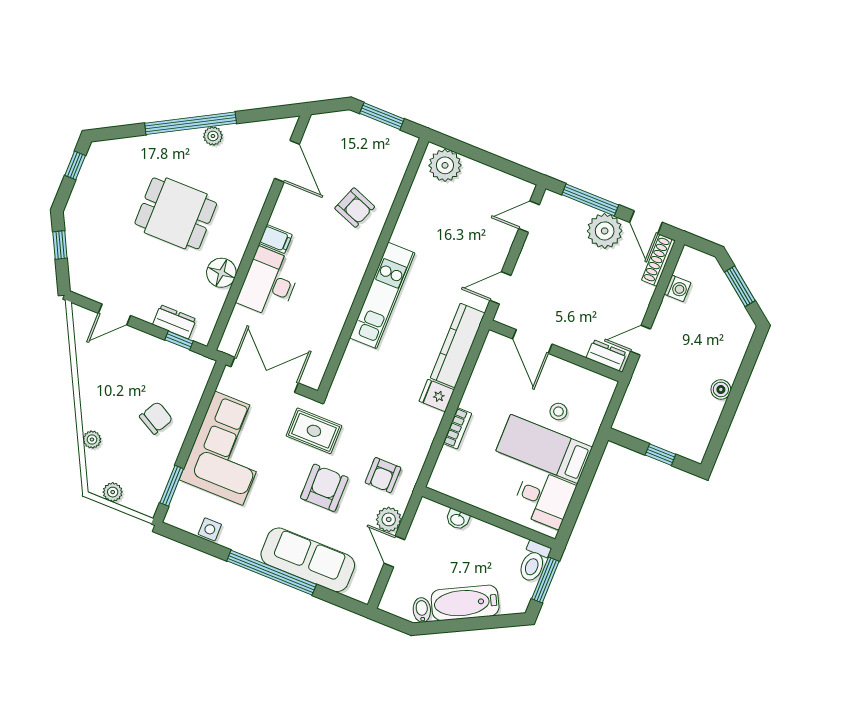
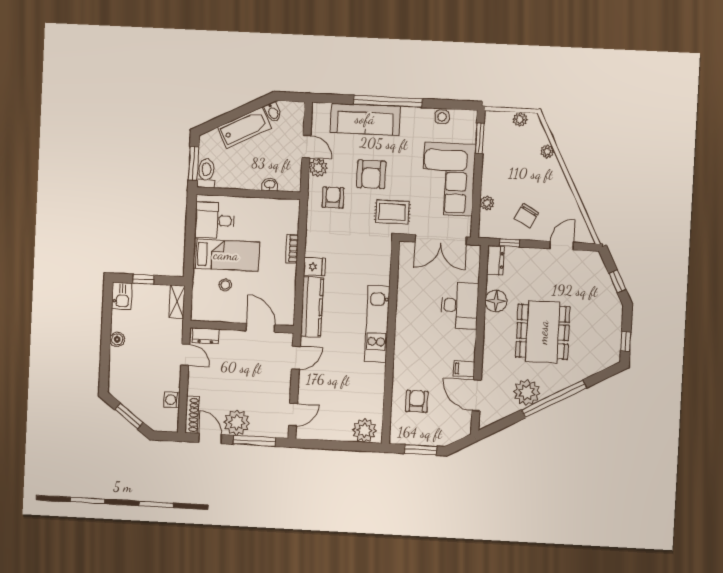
plant: (213, 136) -> (527, 392), width x1.88, depth x1.88
armchair: (355, 208) -> (417, 401), moved, turned 69
dining table: (176, 213) -> (543, 332), width x1.37
filing cabinet: (276, 239) -> (464, 369), moved
dresser: (174, 322) -> (495, 260), moved, turned -90
door: (641, 340) -> (185, 355), hinge flipped
plant: (190, 401) -> (487, 203), added
shelving: (628, 411) -> (177, 302), added
chair: (156, 418) -> (526, 215), moved
kitchen sink: (696, 443) -> (122, 296), added

